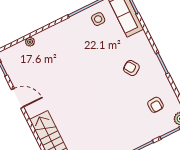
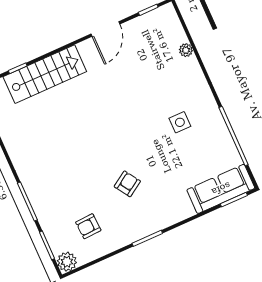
side table: (98, 19) -> (180, 122), moved
armchair: (131, 68) -> (127, 184), moved

